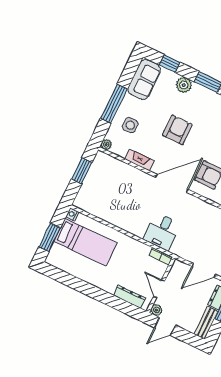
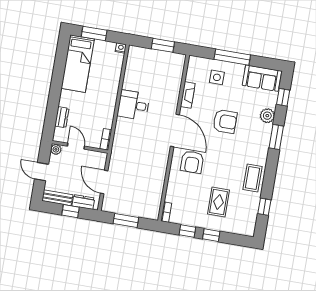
plant: (106, 145) -> (193, 61), removed
desk: (162, 232) -> (133, 105), moved
bed: (85, 242) -> (78, 64), moved
door: (159, 289) -> (76, 146), hinge flipped
dresser: (130, 297) -> (62, 117), width x0.70
door: (165, 326) -> (41, 172), moved

